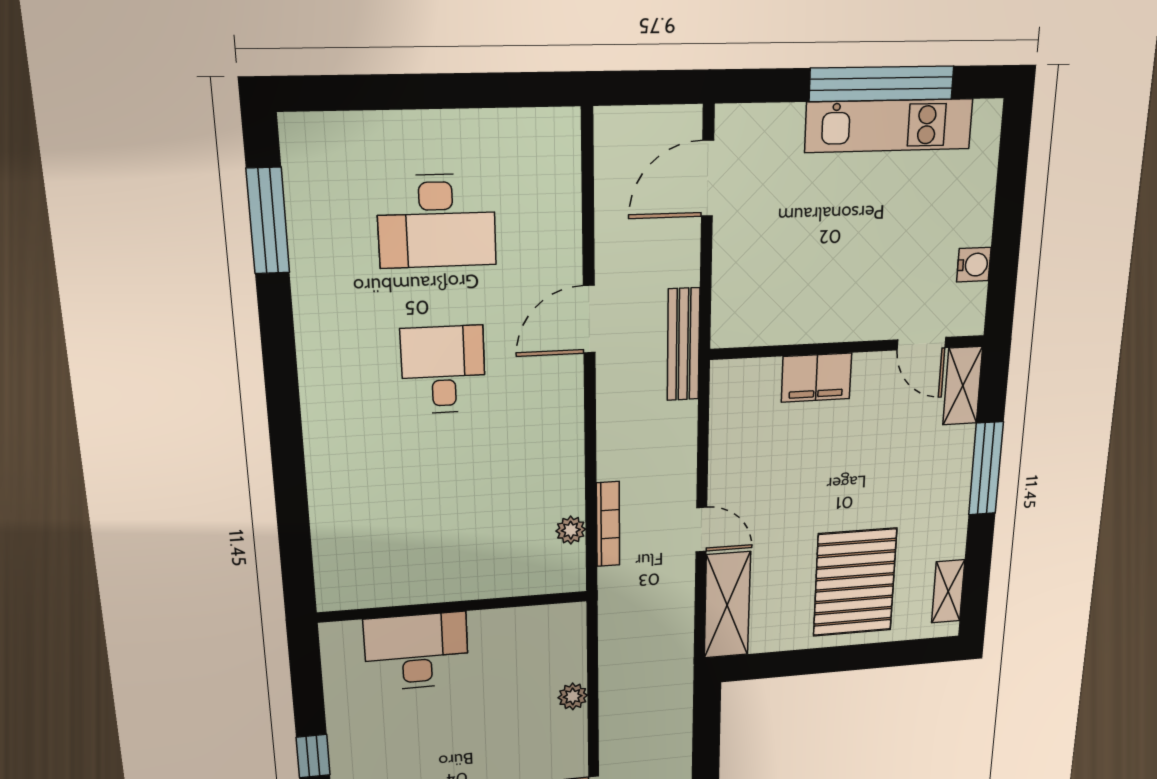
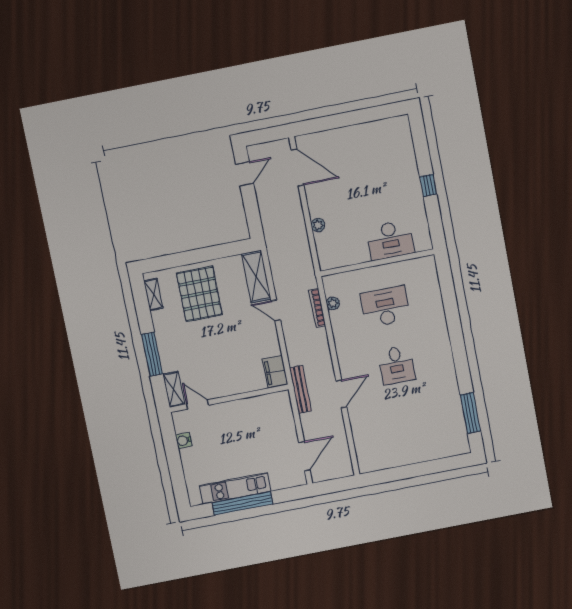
desk: (437, 221) -> (385, 307), moved
filing cabinet: (816, 378) -> (275, 372), moved, turned -90

